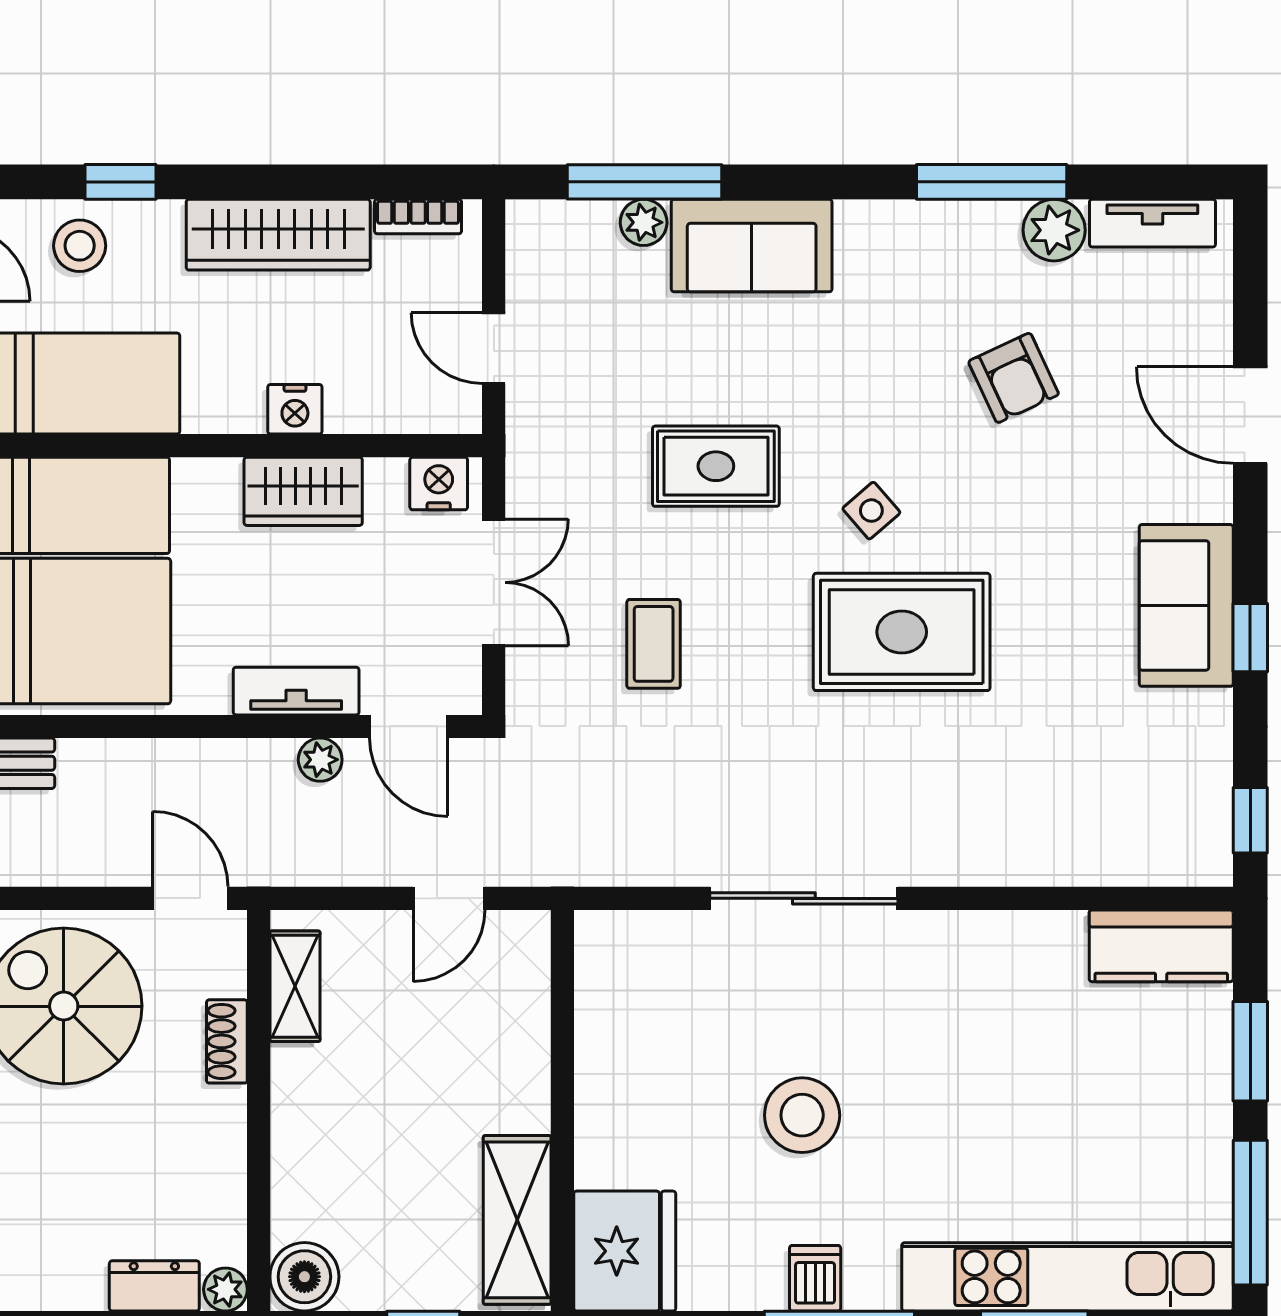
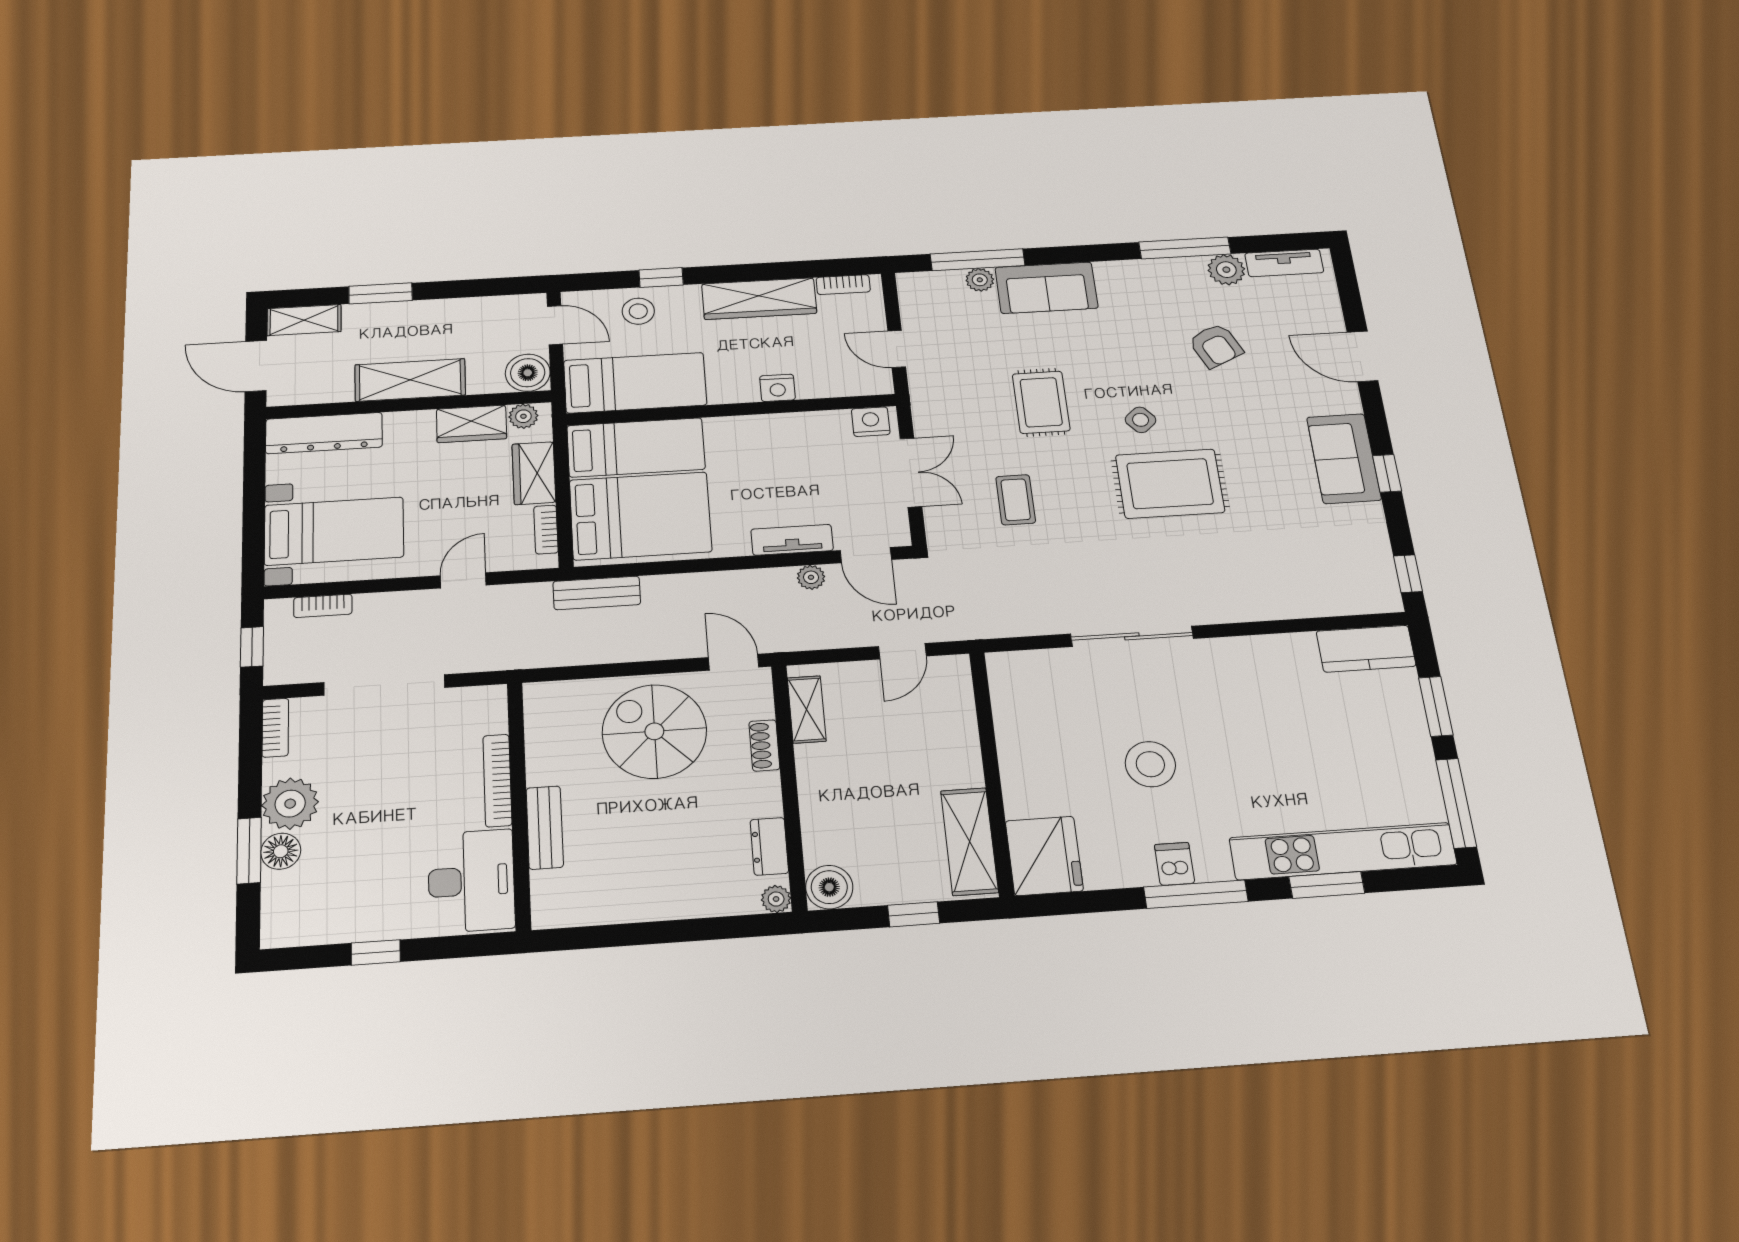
rug: (716, 466) -> (1041, 402), turned 90
wardrobe: (303, 491) -> (787, 431), removed
dresser: (154, 1286) -> (769, 846), moved, turned -90

